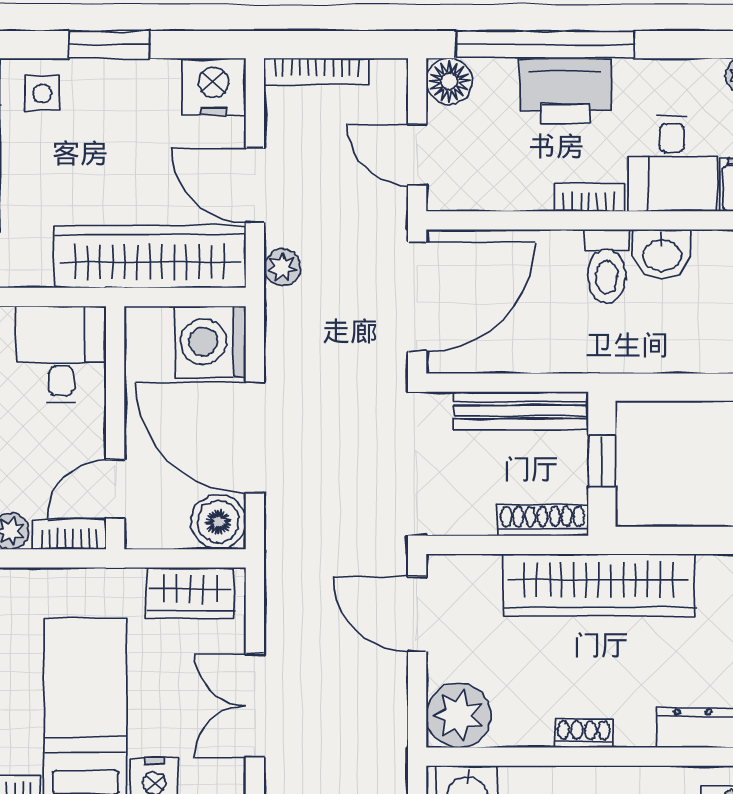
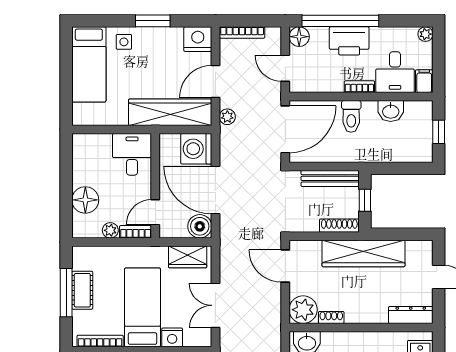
door: (255, 185) -> (215, 82), hinge flipped
toilet: (607, 266) -> (351, 116), moved
shoe rack: (584, 733) -> (331, 317), moved

